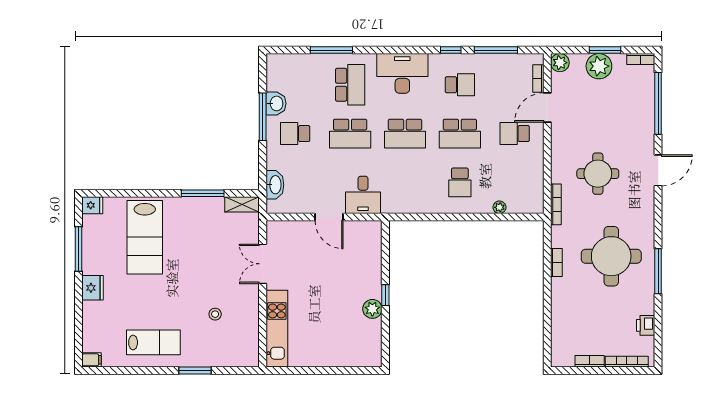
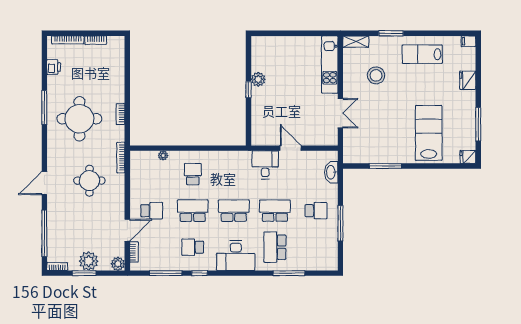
washbasin: (276, 103) -> (330, 233), removed
shelving: (242, 204) -> (356, 42), moved
fridge: (93, 288) -> (468, 80), moved
stool: (215, 314) -> (376, 75), width x1.89, depth x1.89

